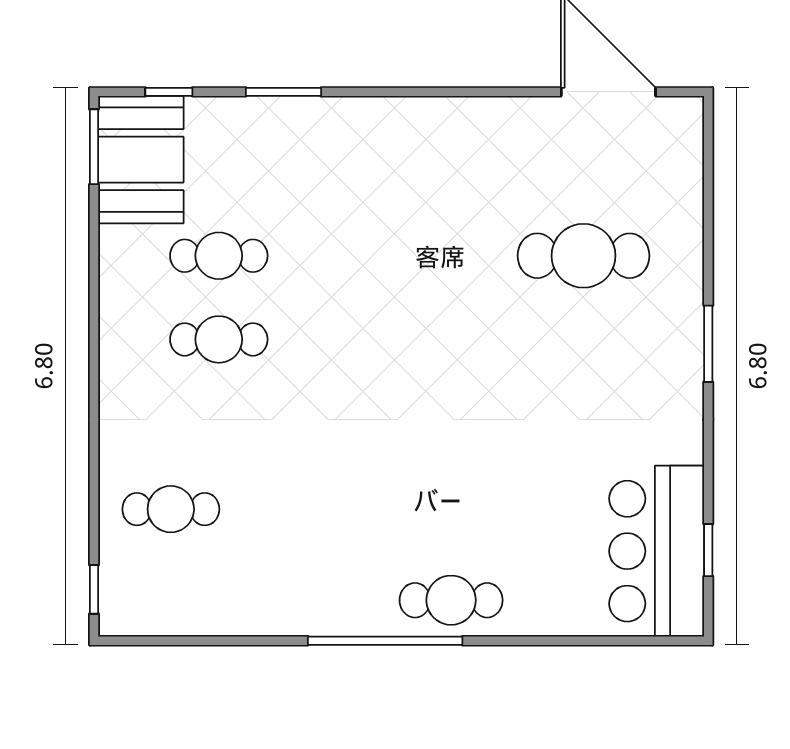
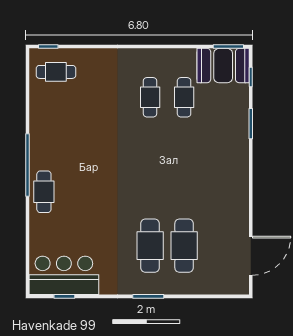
cafe table: (583, 339) -> (150, 246), added
cafe table: (171, 509) -> (56, 72), moved, turned 90

